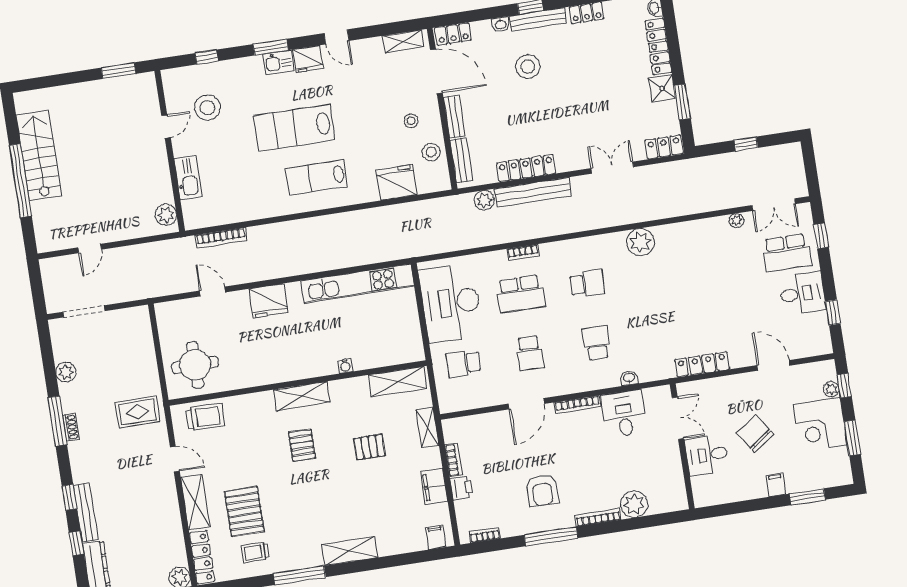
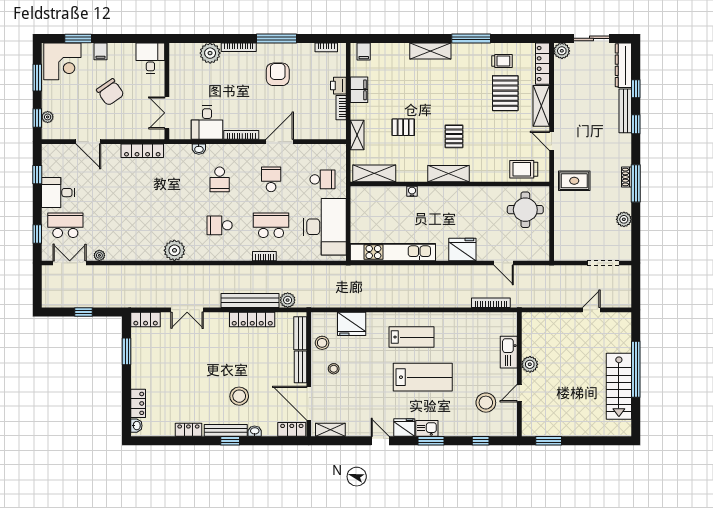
locker: (658, 47) -> (138, 403), width x0.66
shower: (662, 88) -> (140, 364), removed
plant: (166, 215) -> (530, 364), moved
corner desk: (820, 425) -> (62, 61), moved, turned 90
desk: (707, 455) -> (150, 58), moved, turned -90

